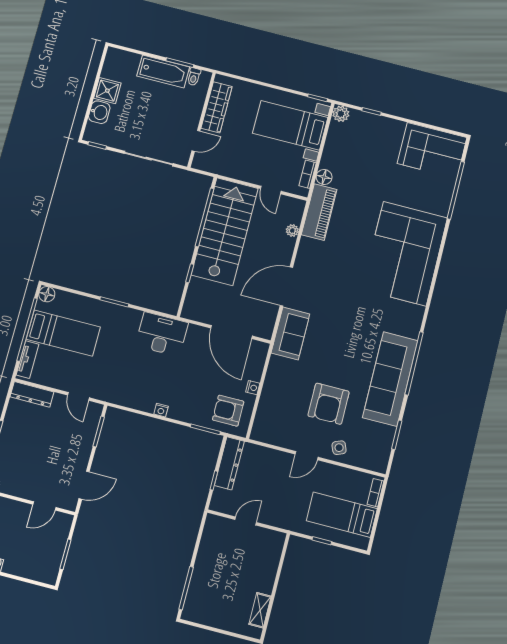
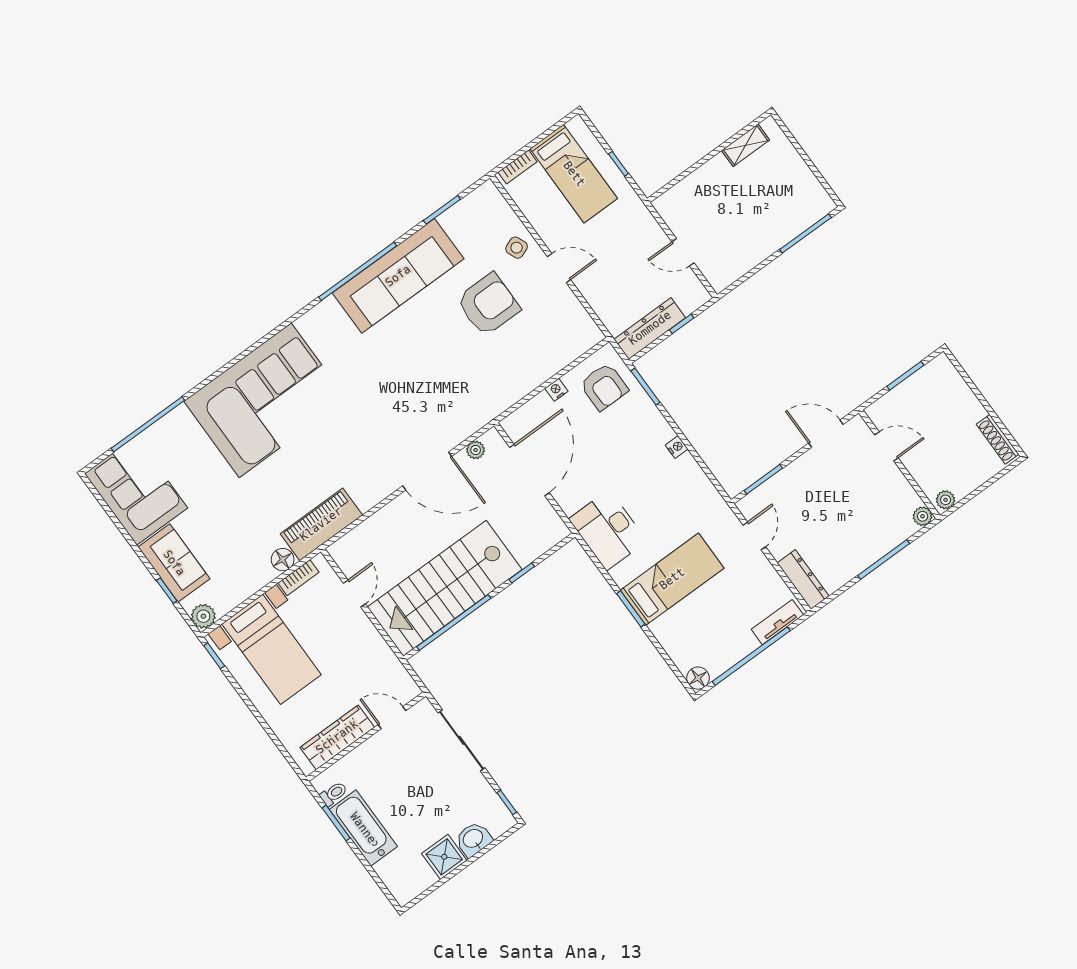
plant: (292, 230) -> (476, 450), moved
bed: (63, 333) -> (672, 579), moved, turned 90
sofa: (290, 334) -> (174, 563), moved, turned 90

